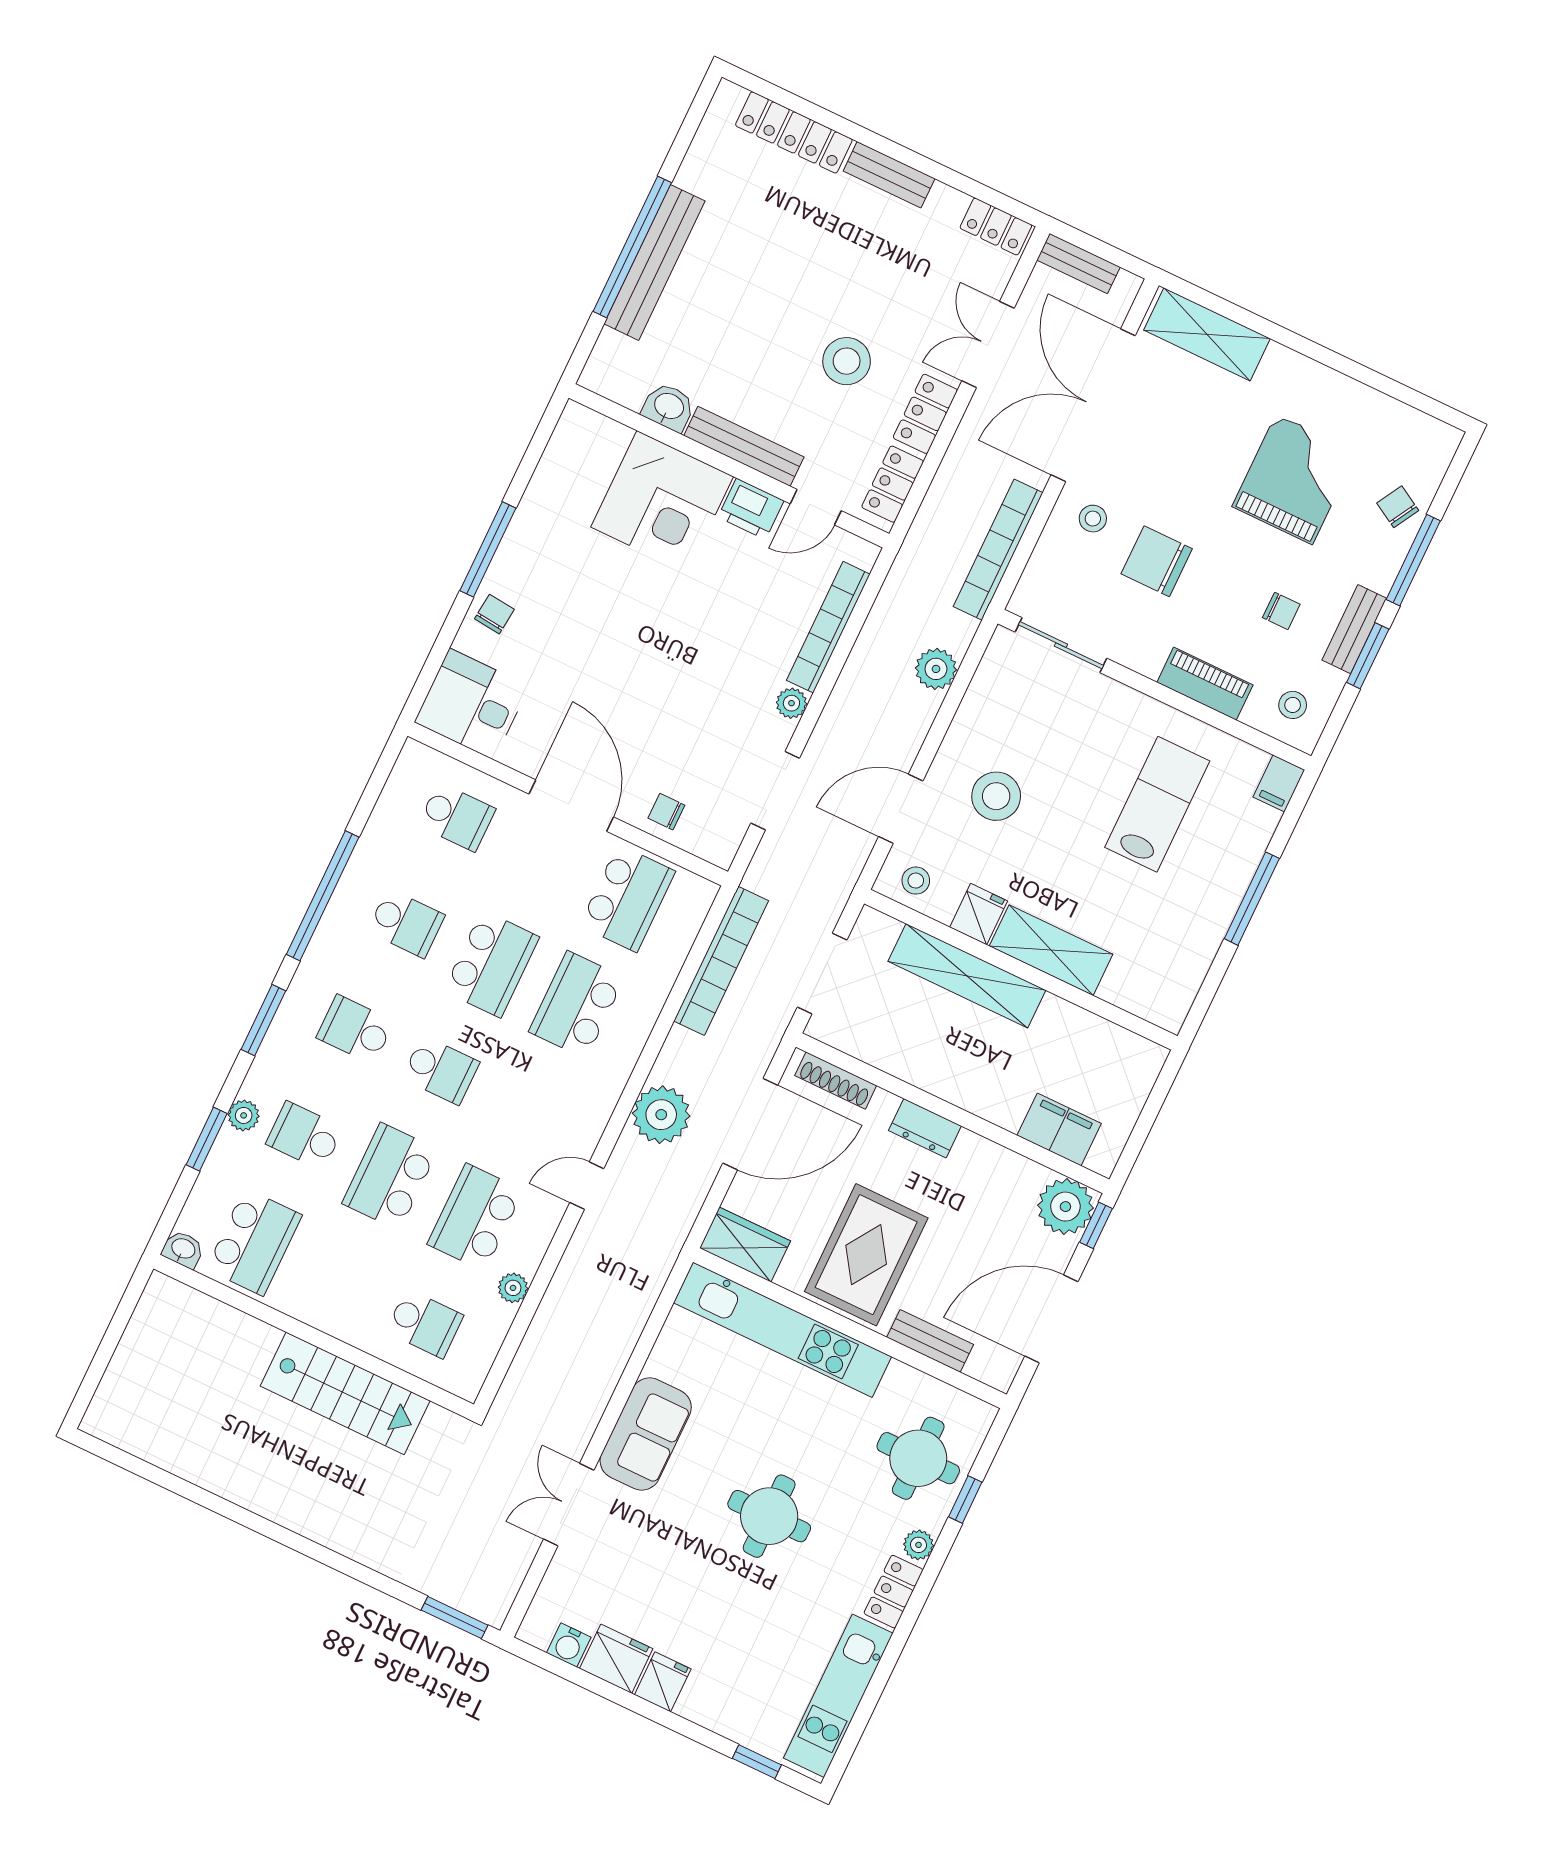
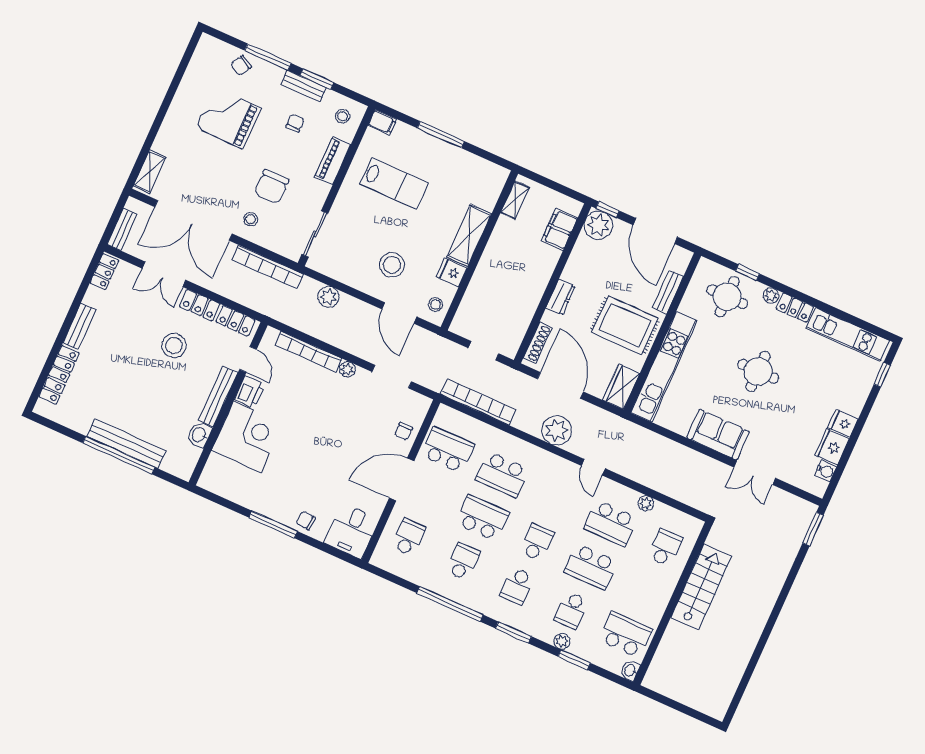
shelving: (1207, 334) -> (150, 172), width x0.67, depth x0.75
lab bench: (1157, 804) -> (394, 183), turned 180
doorway: (822, 973) -> (483, 351), width x0.73
shelving: (967, 976) -> (515, 200), moved, width x0.45, depth x0.75

